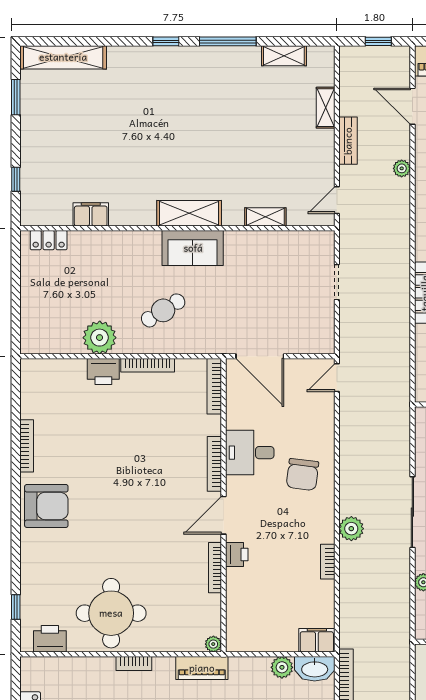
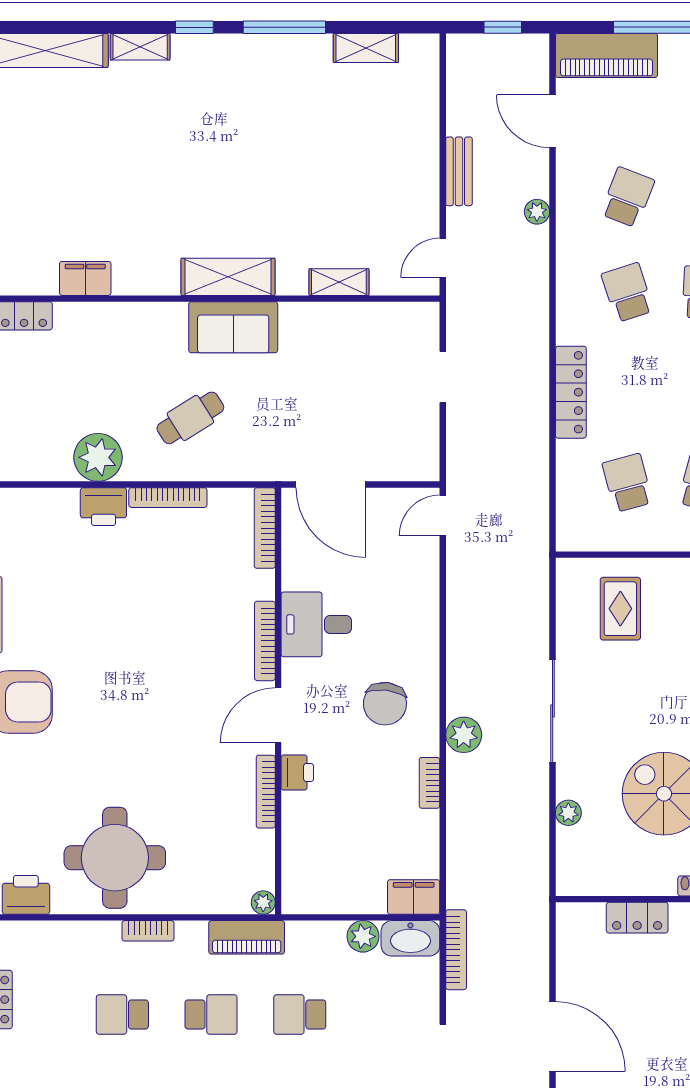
shelving: (326, 108) -> (140, 47), moved, turned 90
chair: (302, 475) -> (385, 704), moved

